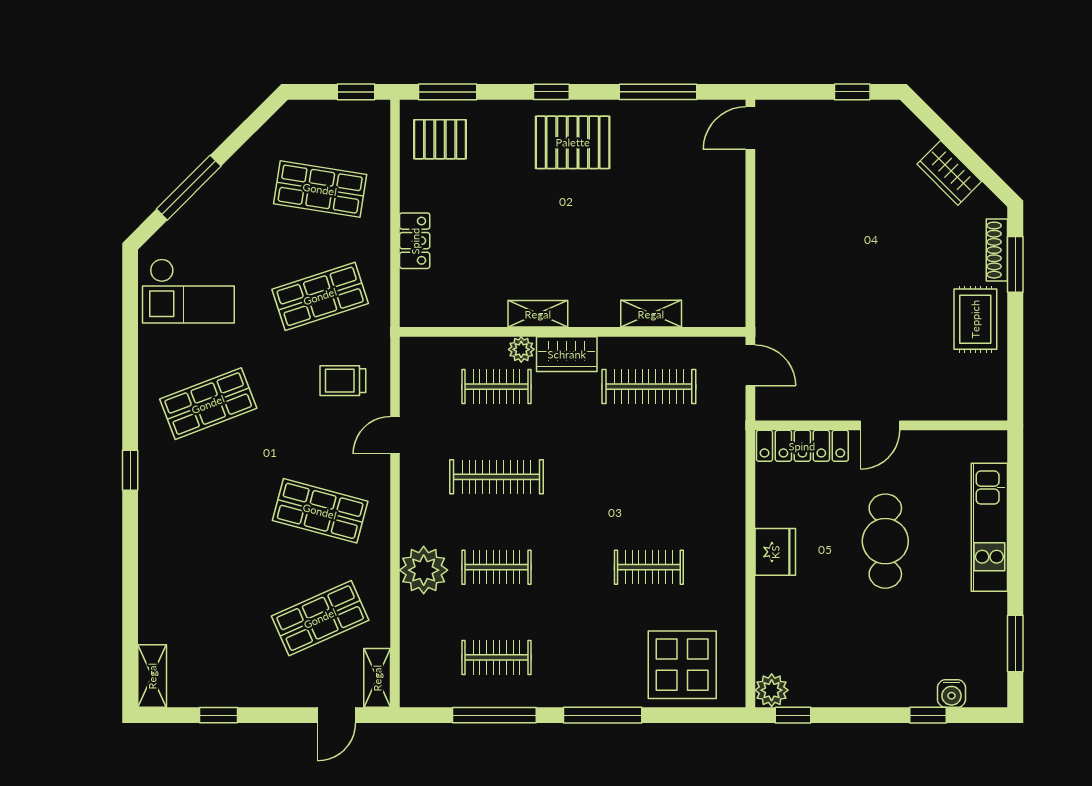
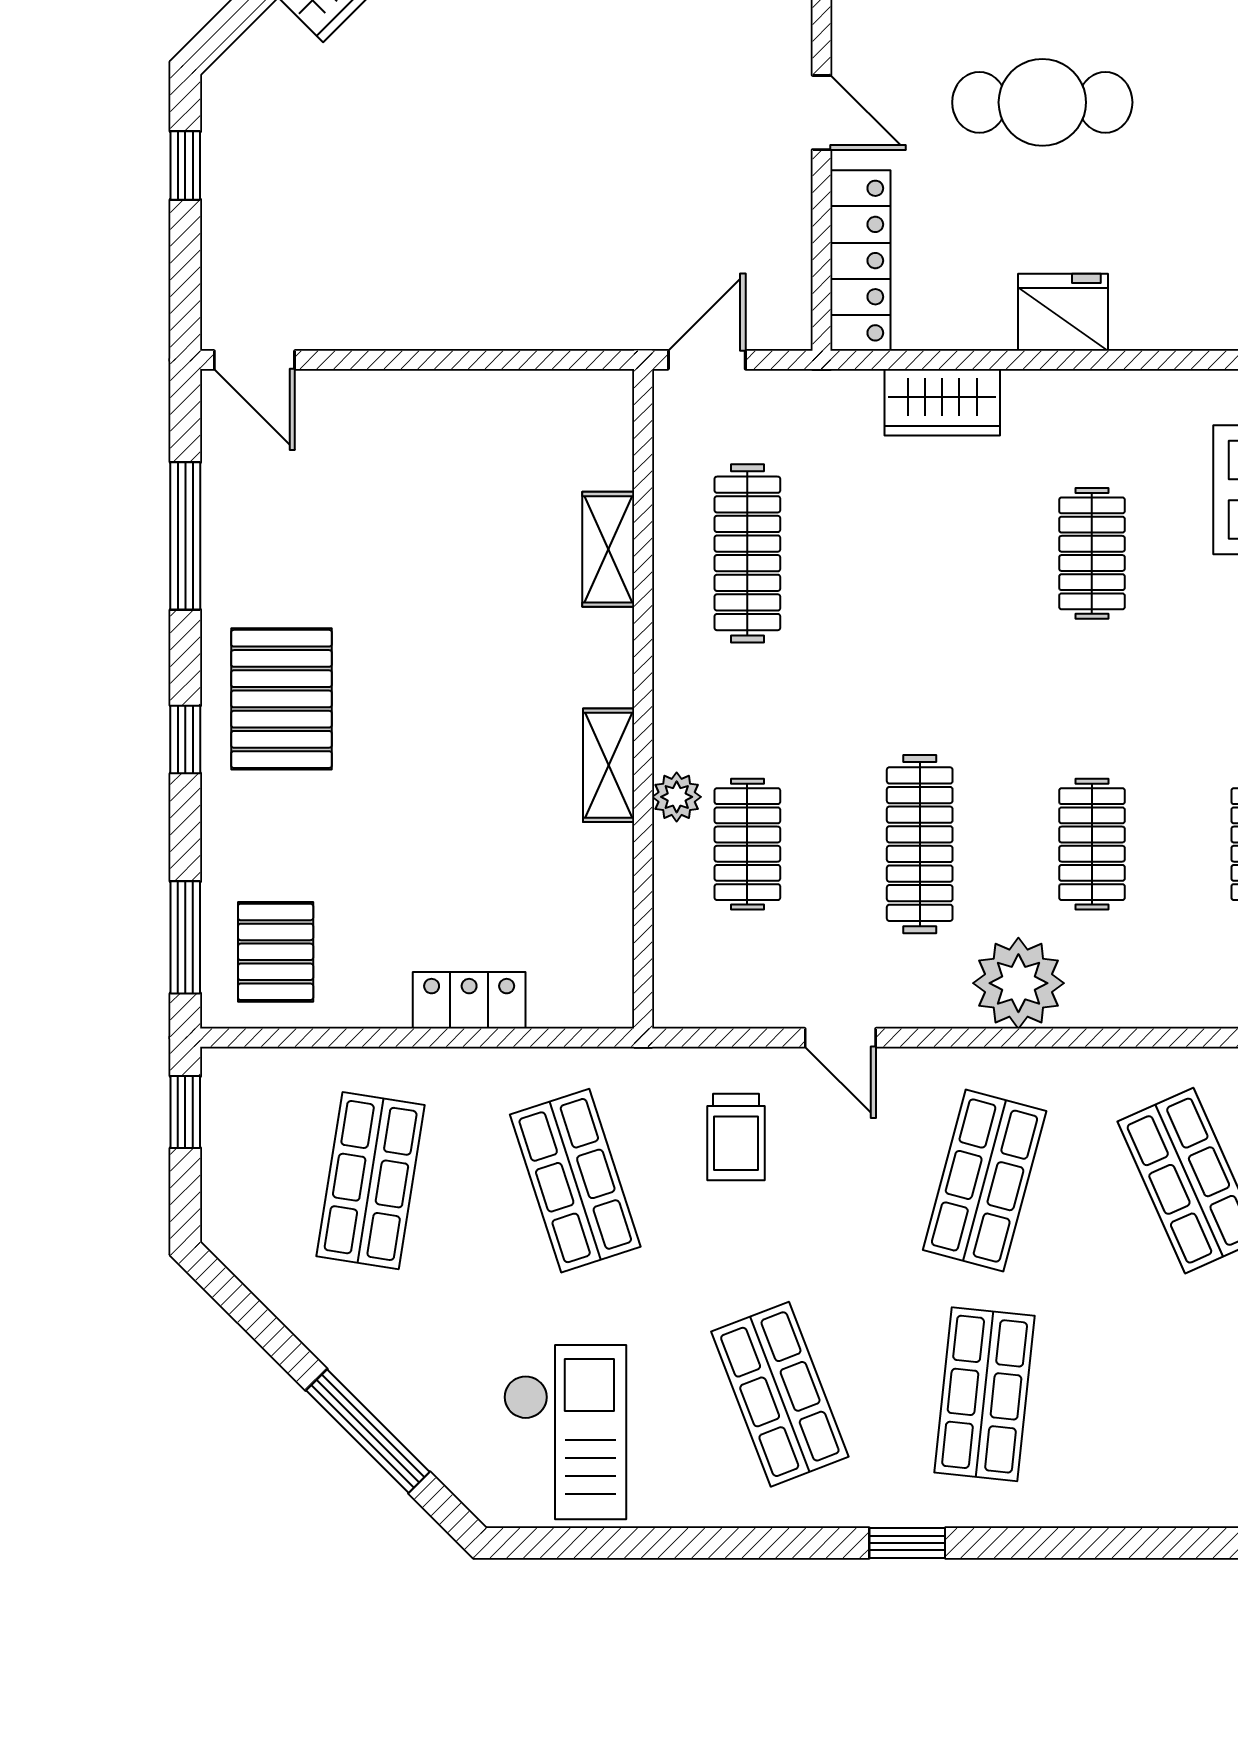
wardrobe: (567, 354) -> (942, 402), moved, turned 90
shop shelf: (208, 511) -> (985, 1394), added
plant: (424, 570) -> (1018, 983), moved

